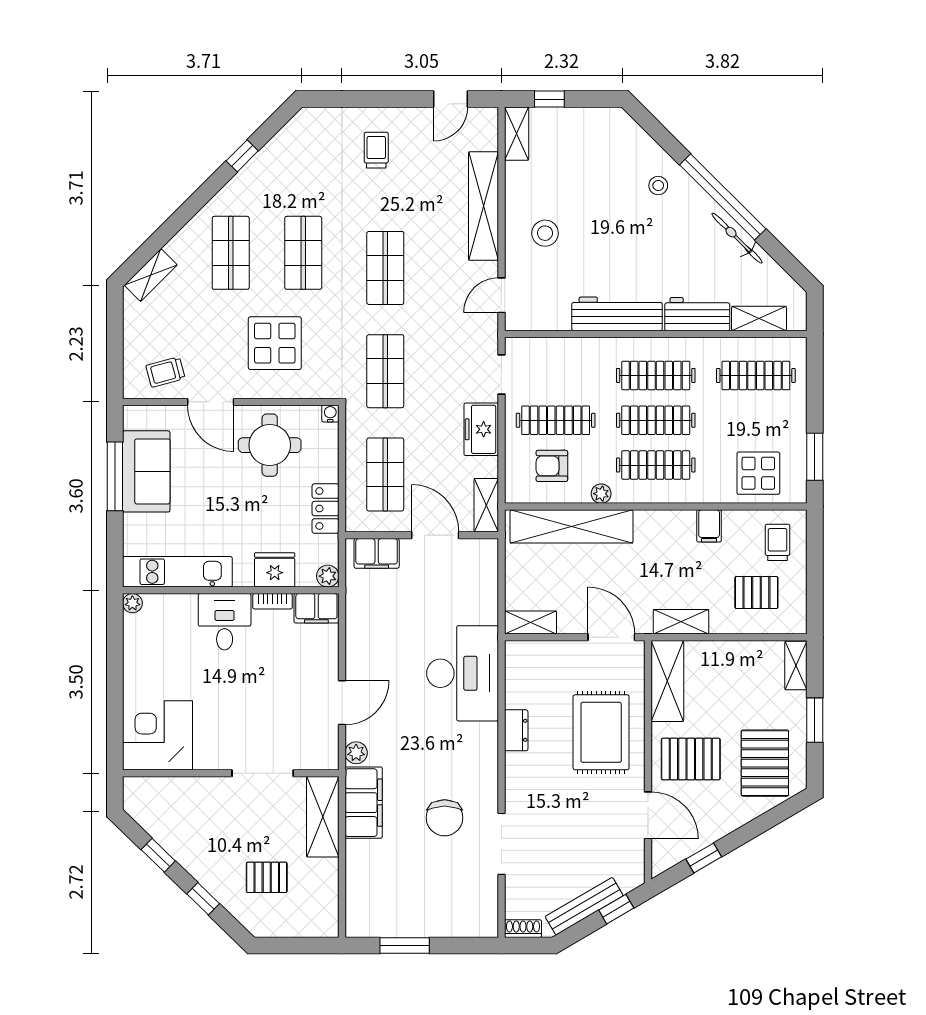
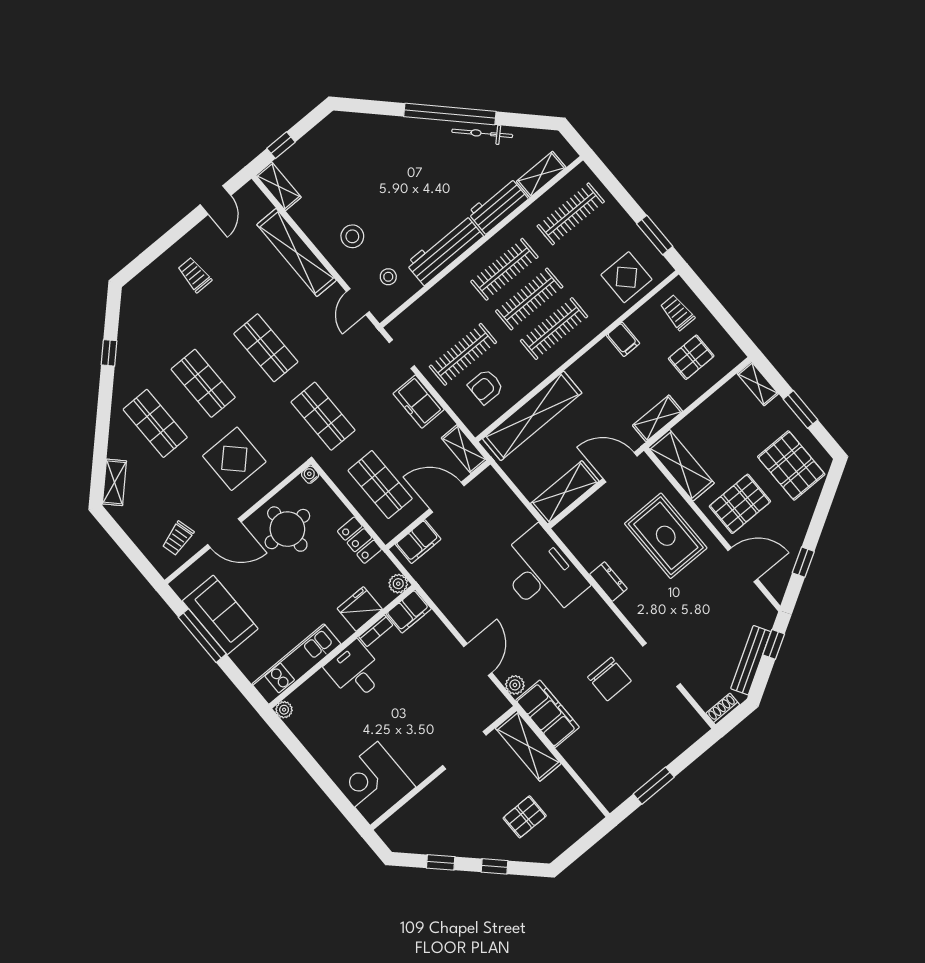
stool: (658, 186) -> (388, 277), moved
plant: (601, 494) -> (534, 378), removed
shelving: (531, 623) -> (565, 492), width x1.50, depth x1.33

